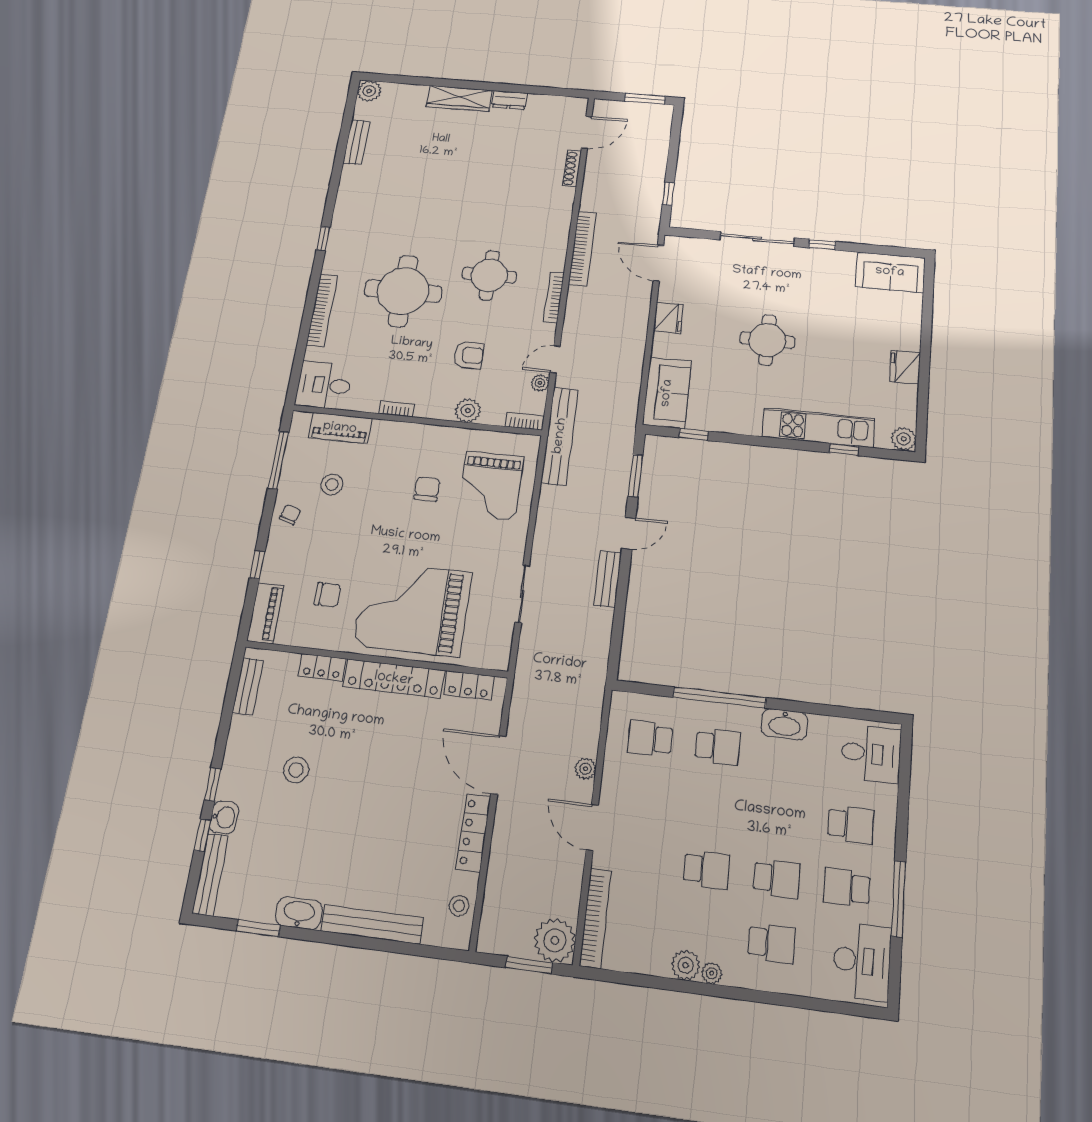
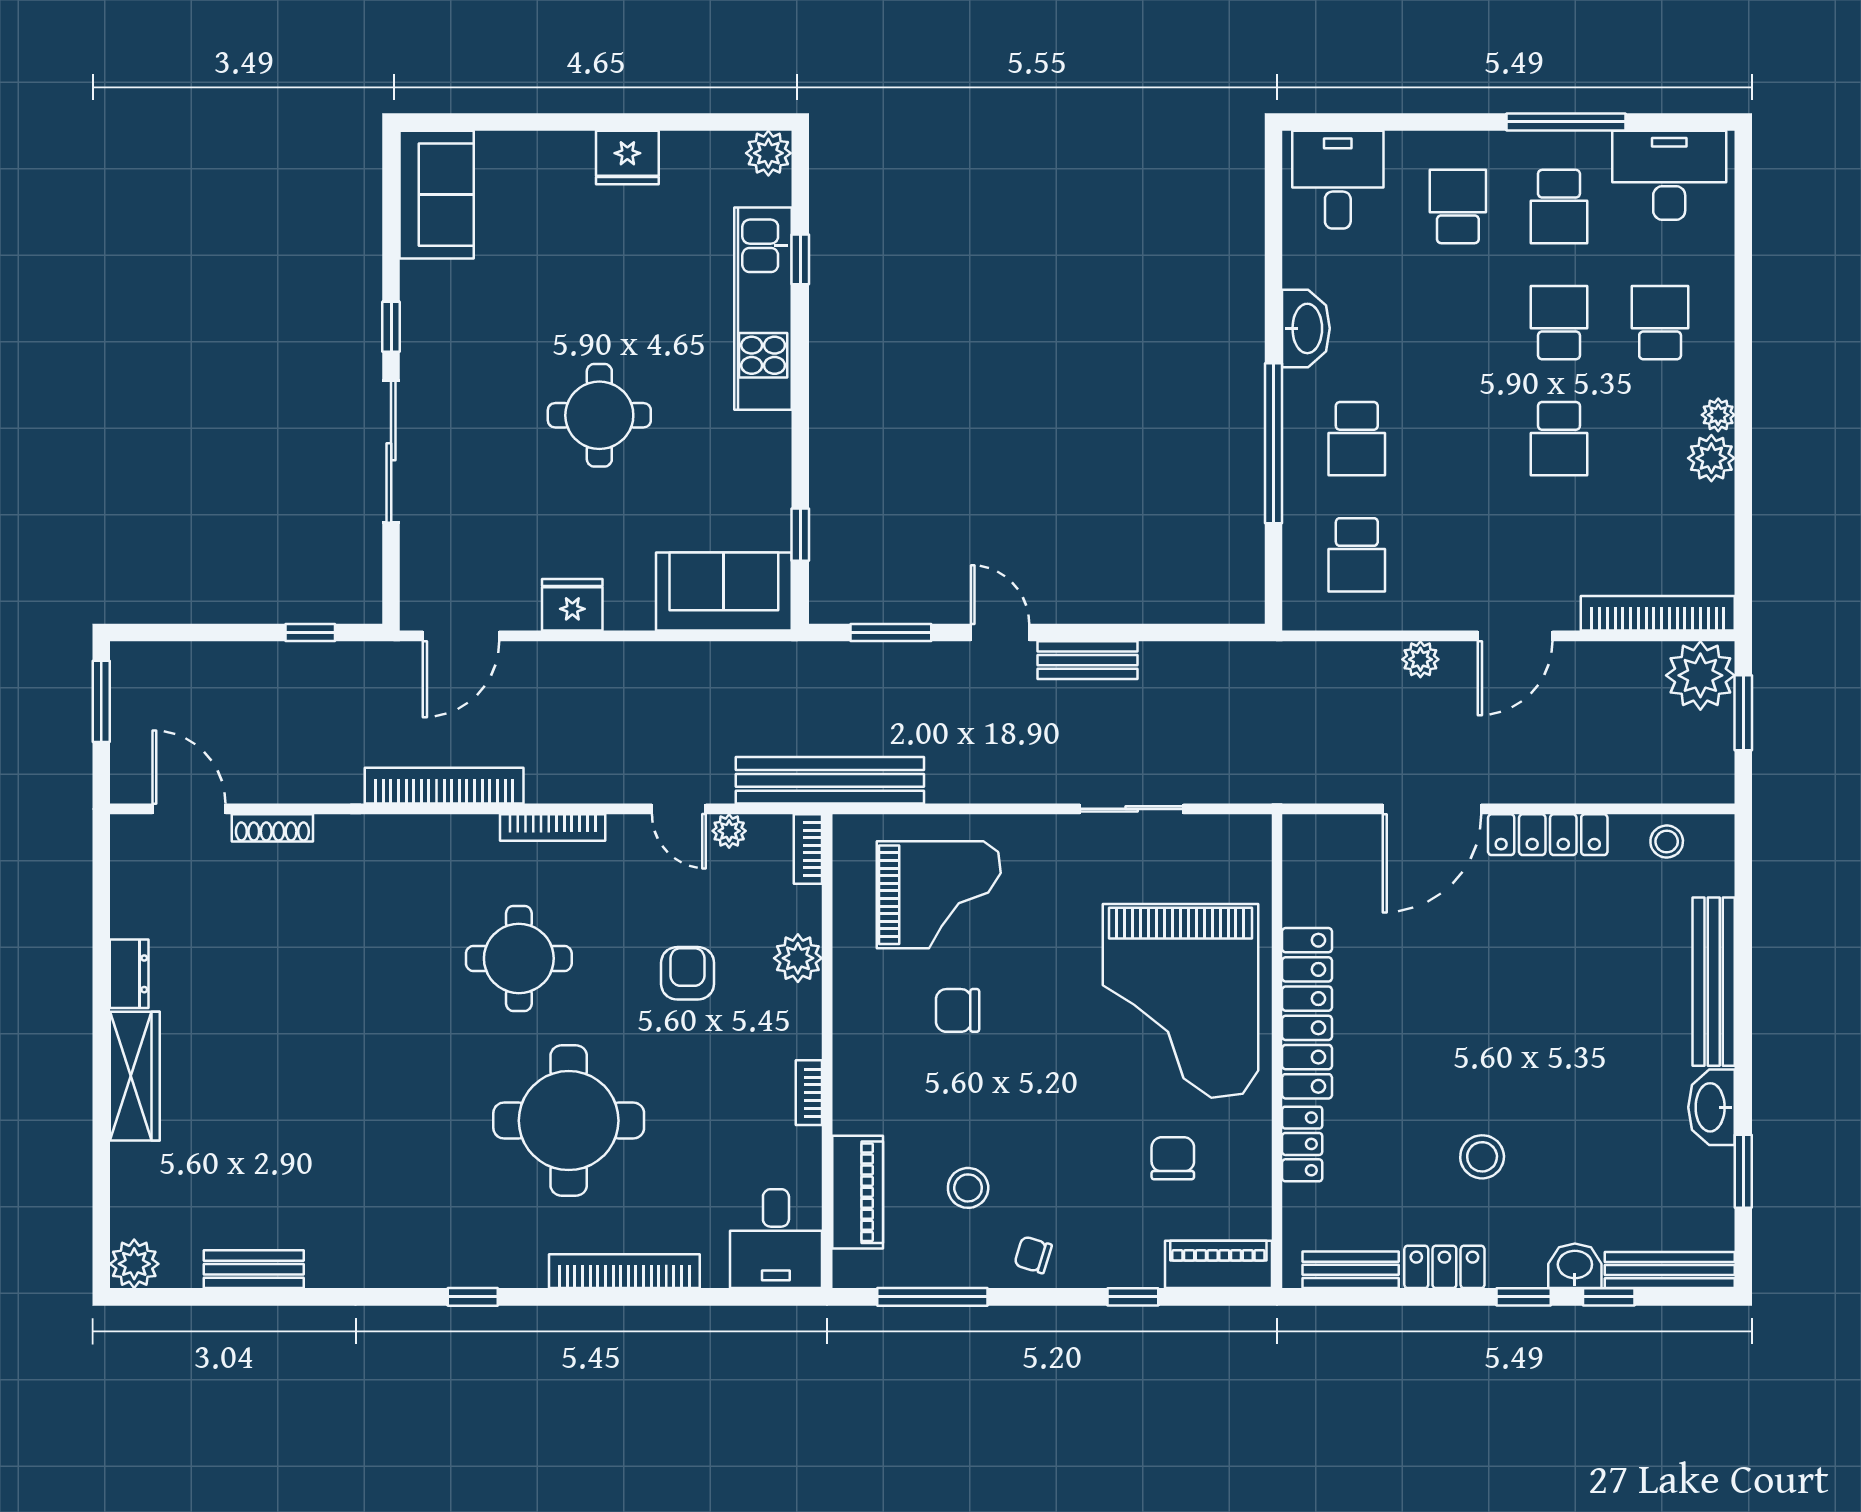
locker: (469, 685) -> (1444, 1267), moved, turned -90
school desk: (718, 747) -> (1357, 439), turned 180
school desk: (706, 870) -> (1559, 439), turned 180

